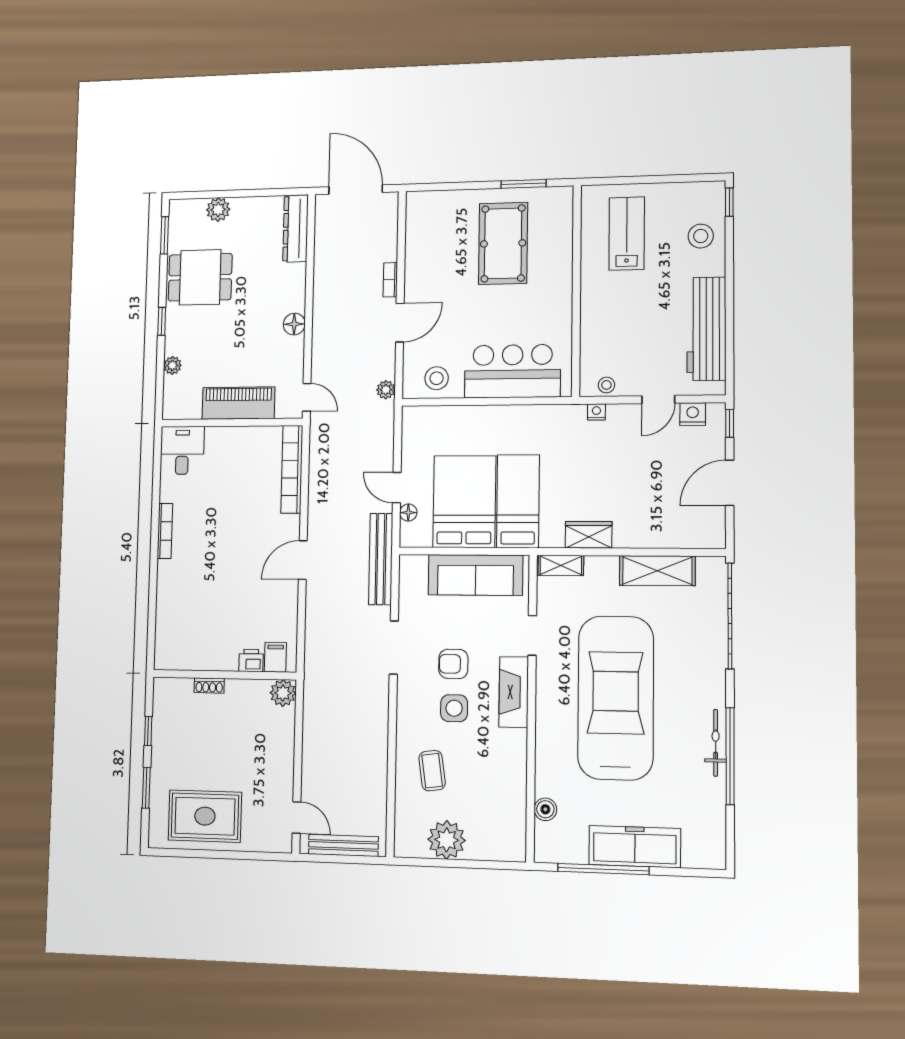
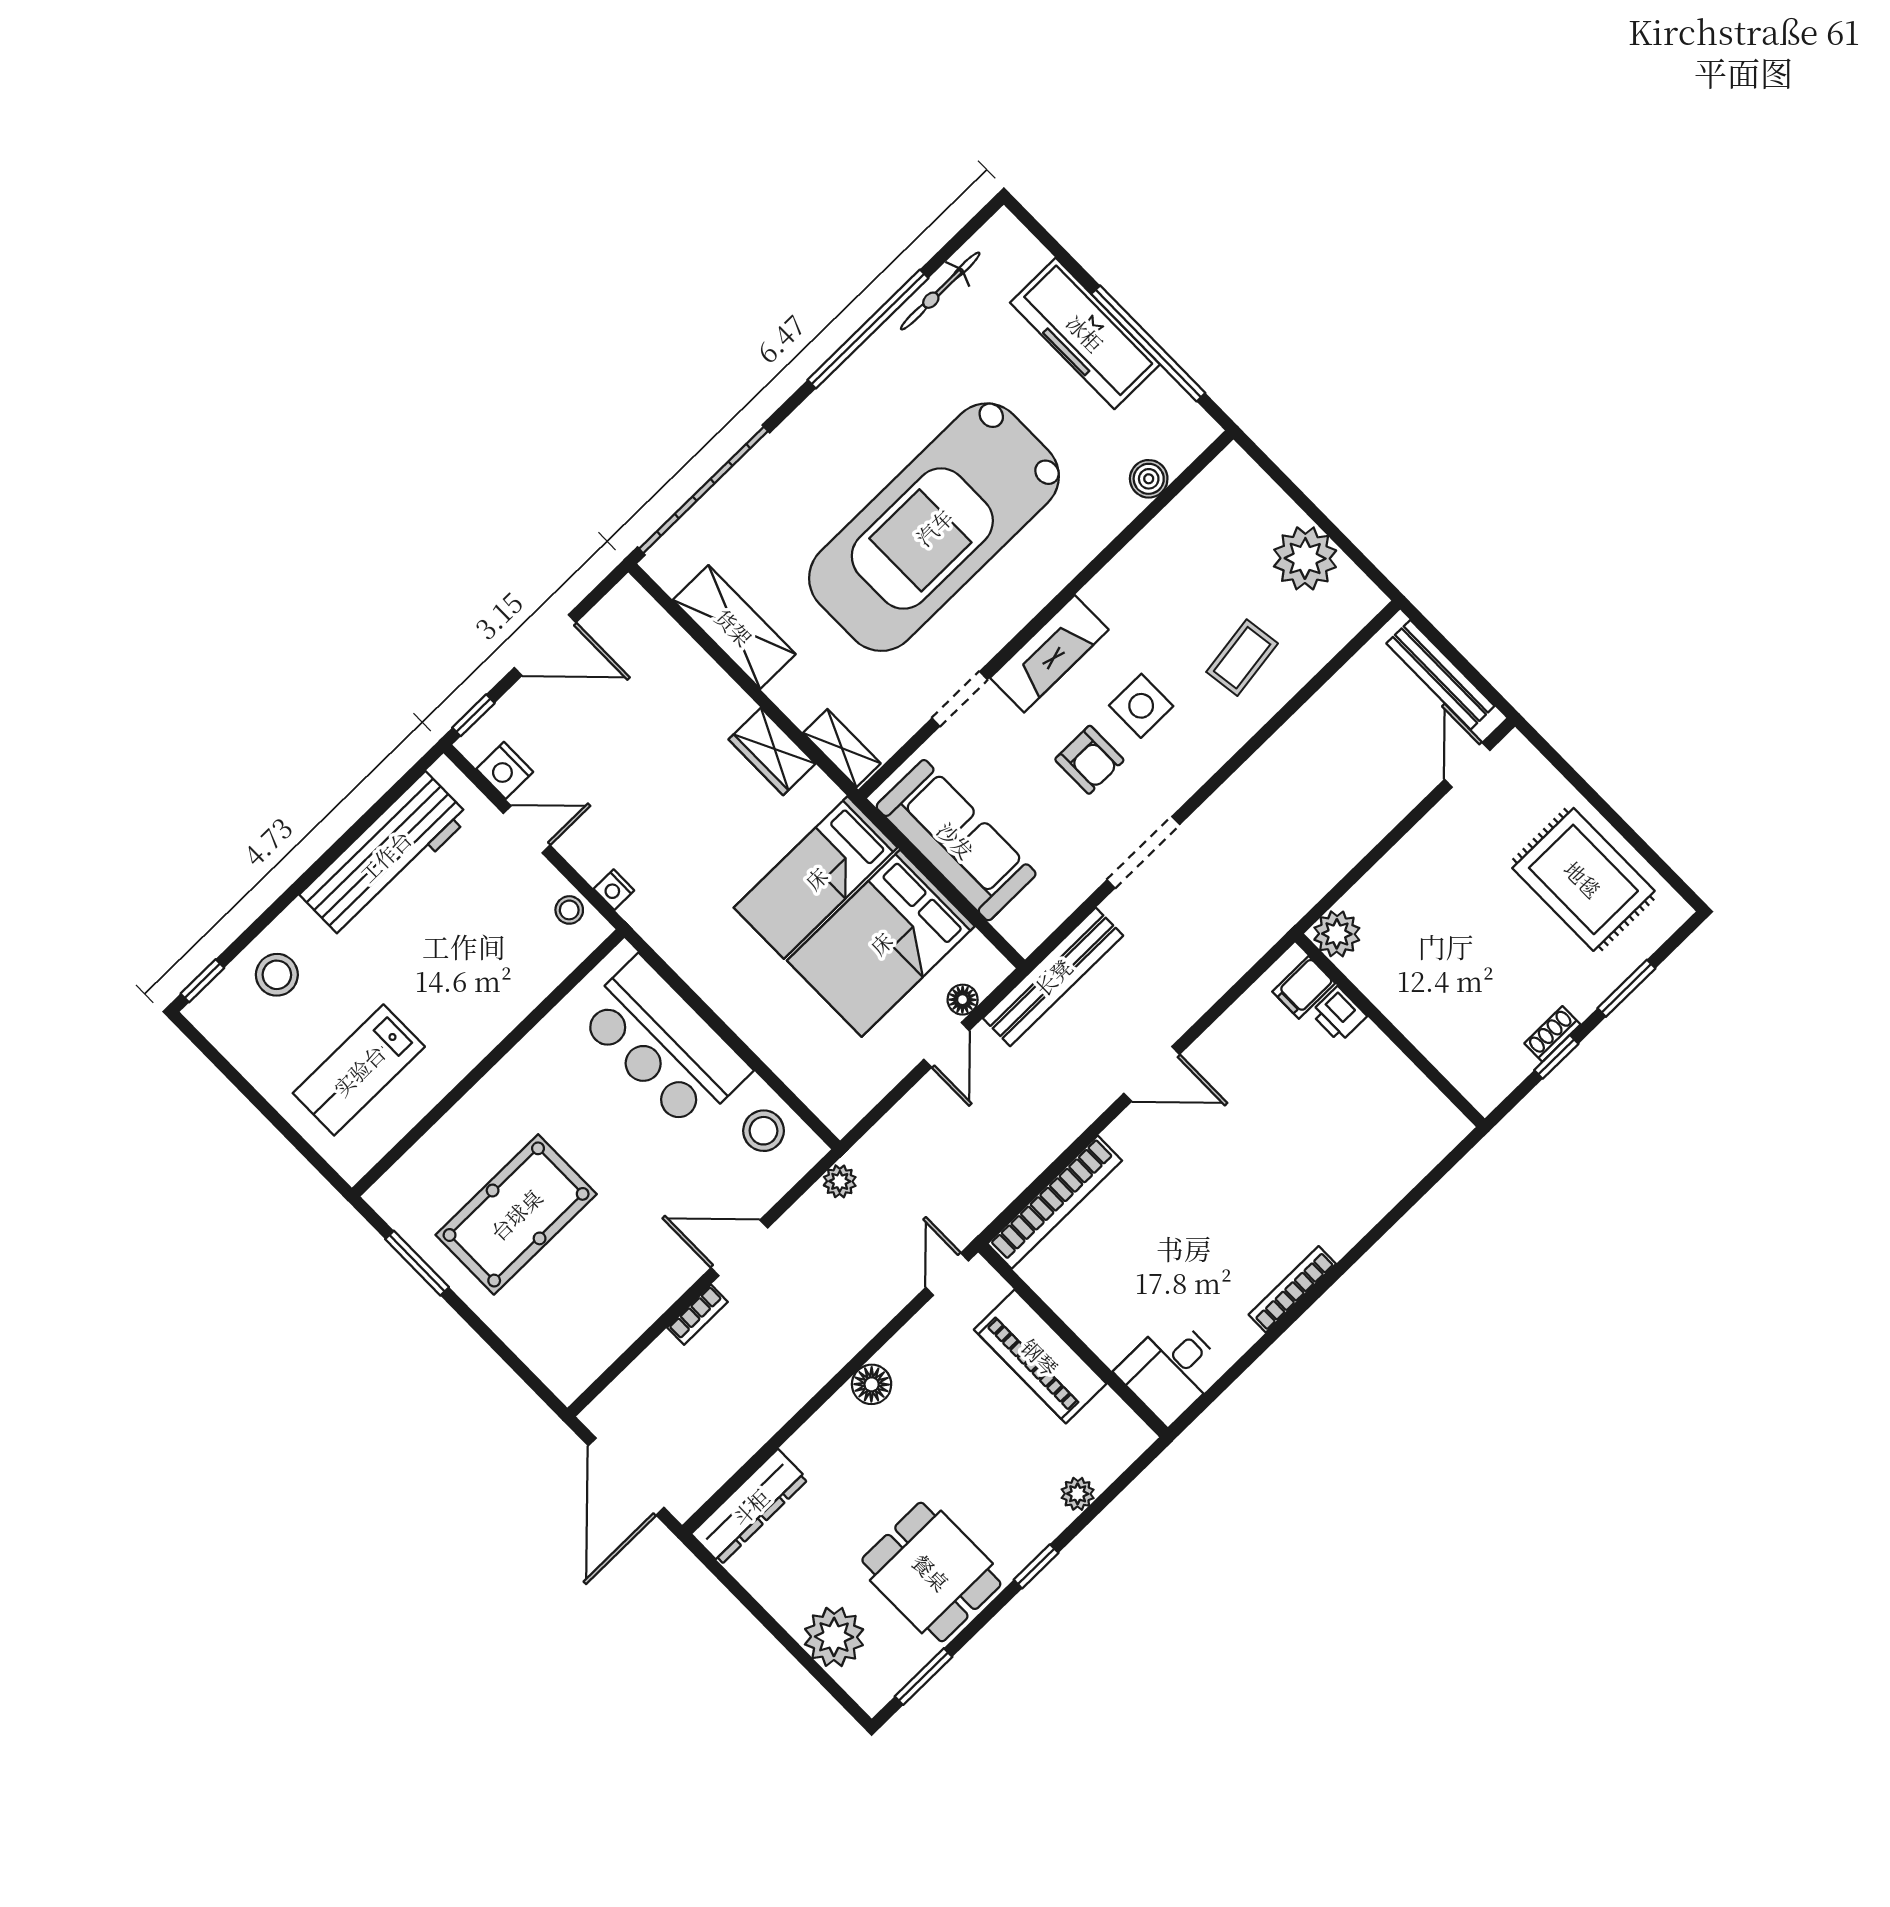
plant: (218, 210) -> (834, 1637), width x1.36, depth x1.36
shoe rack: (209, 686) -> (1552, 1034), moved, turned -90
bicycle: (716, 743) -> (940, 291), moved

